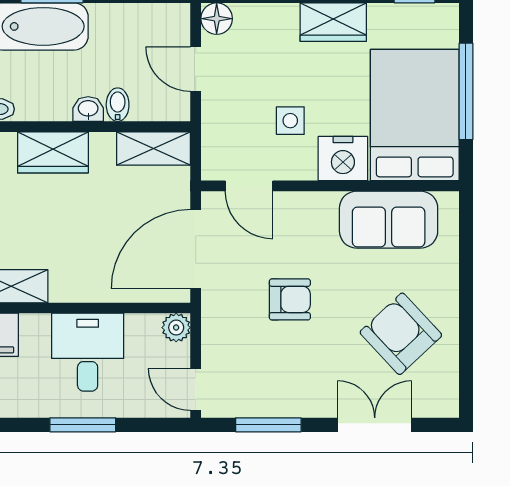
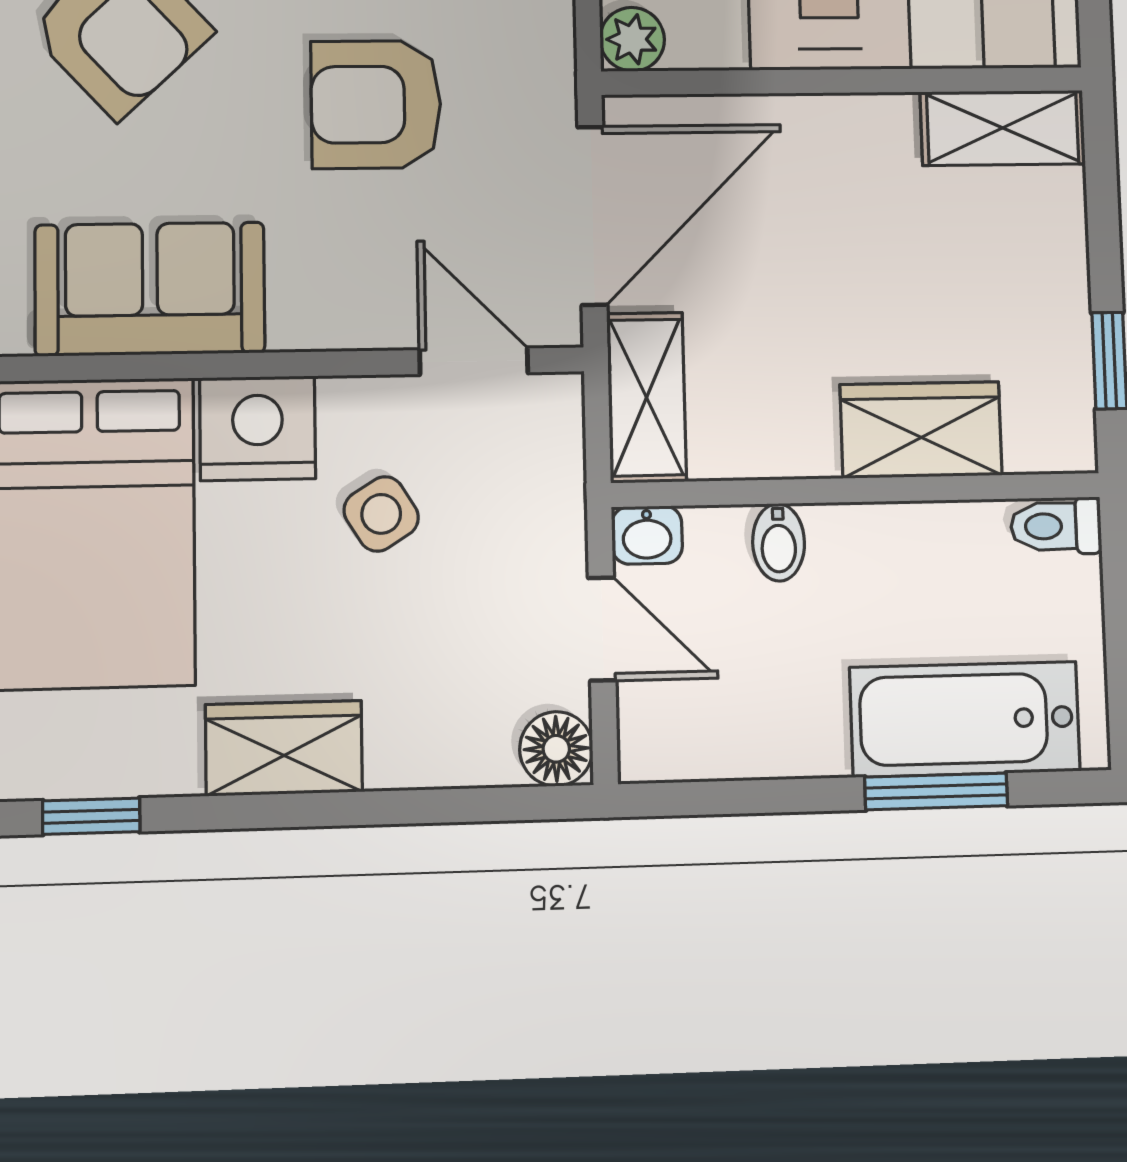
washbasin: (88, 109) -> (647, 535), moved
side table: (290, 121) -> (381, 514), turned -32
shelving: (154, 149) -> (647, 397), moved, turned 90
armchair: (290, 299) -> (376, 104), width x1.38, depth x1.38

